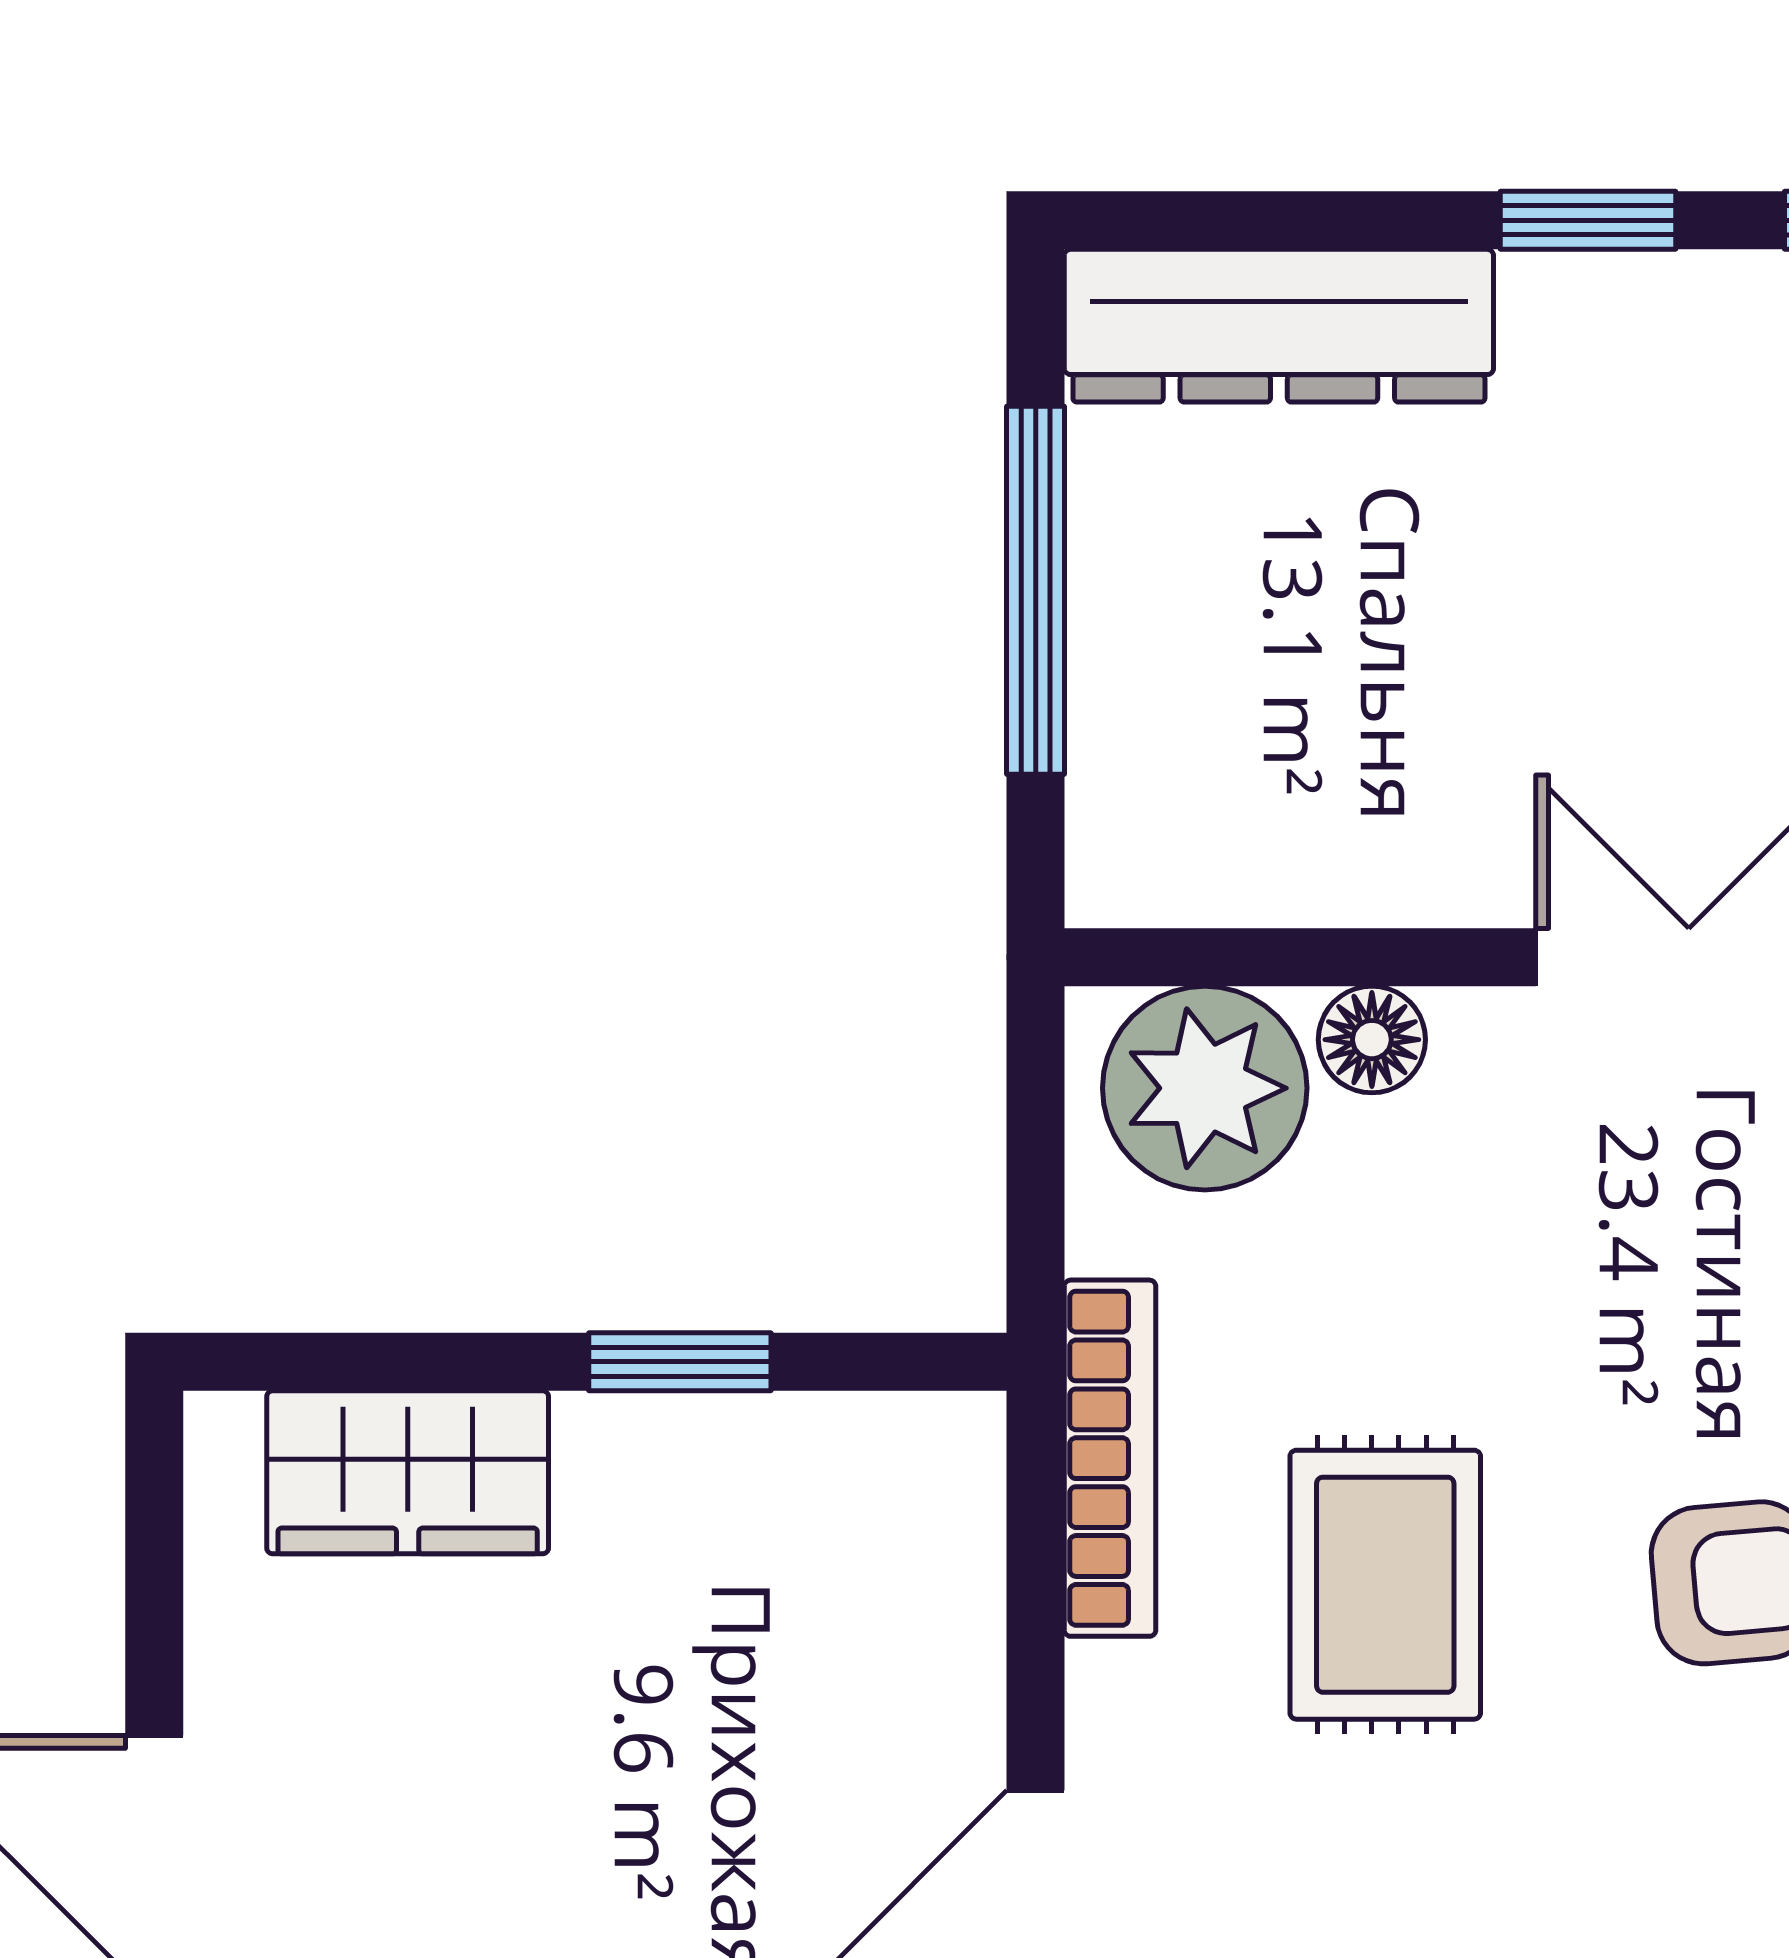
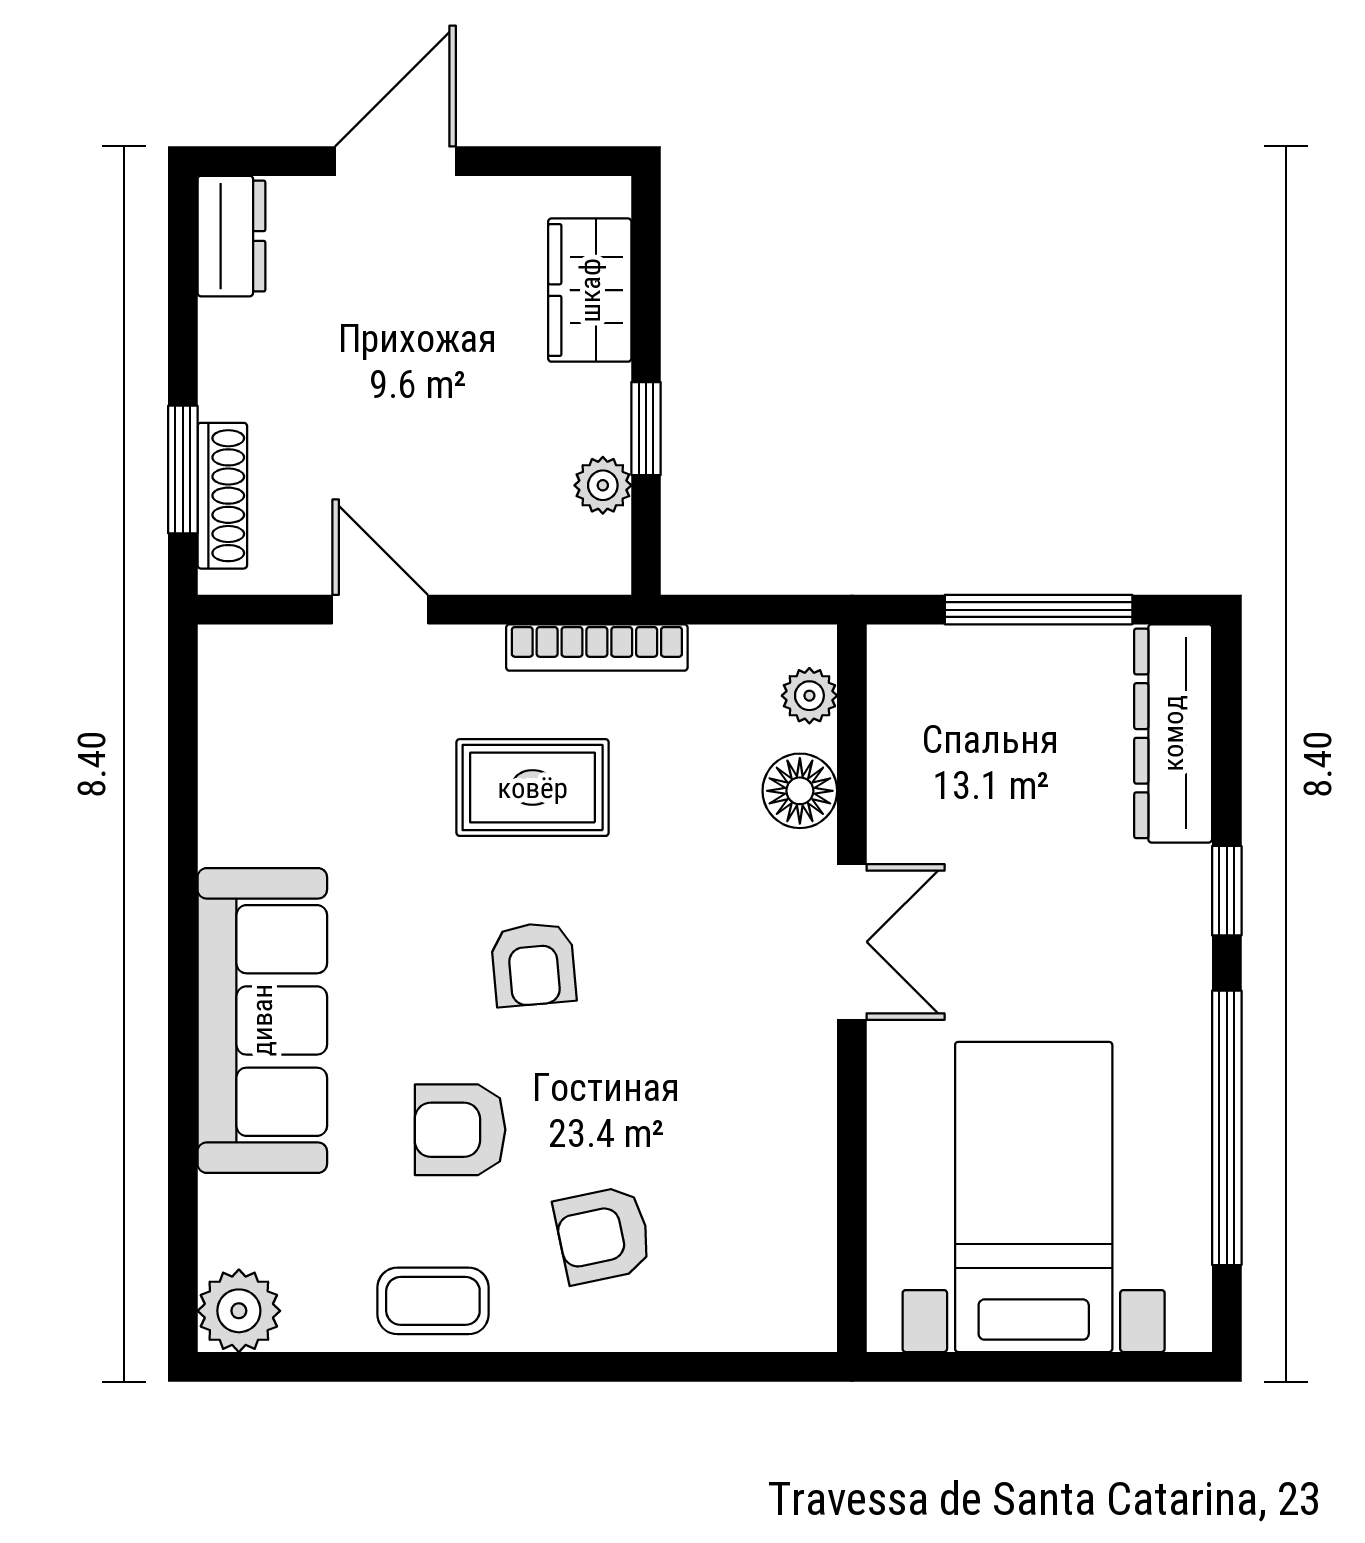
floor lamp: (1372, 1040) -> (800, 791), width x1.37, depth x1.37
plant: (1205, 1088) -> (809, 696), width x0.53, depth x0.53
plant: (791, 1447) -> (603, 485), added

